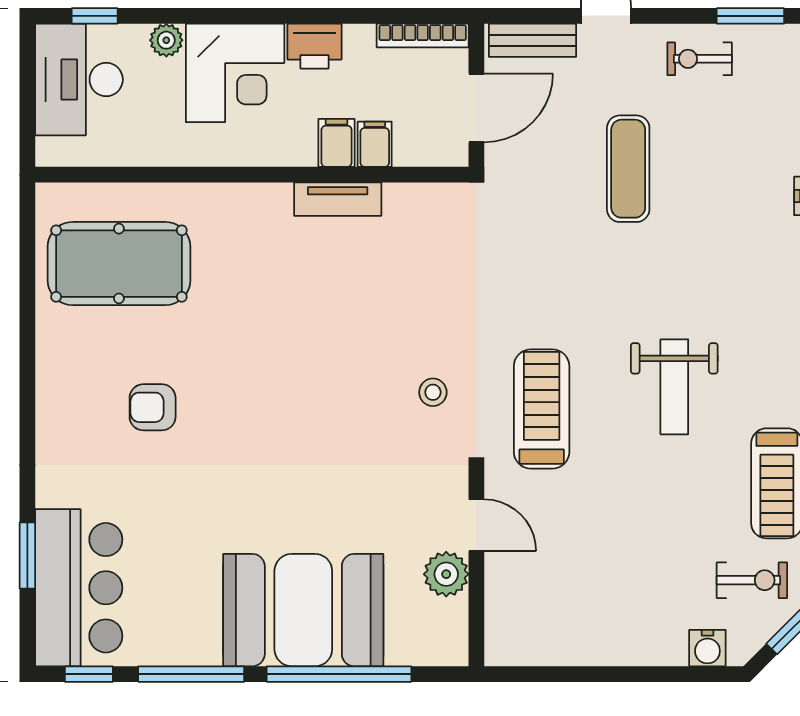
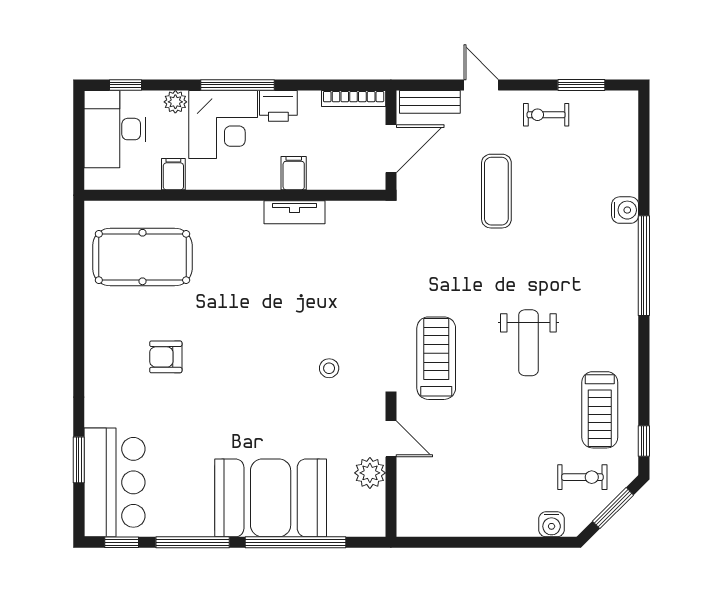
window: (256, 16) -> (238, 85), added
filing cabinet: (375, 144) -> (173, 174), moved
stool: (433, 392) -> (329, 368), moved

